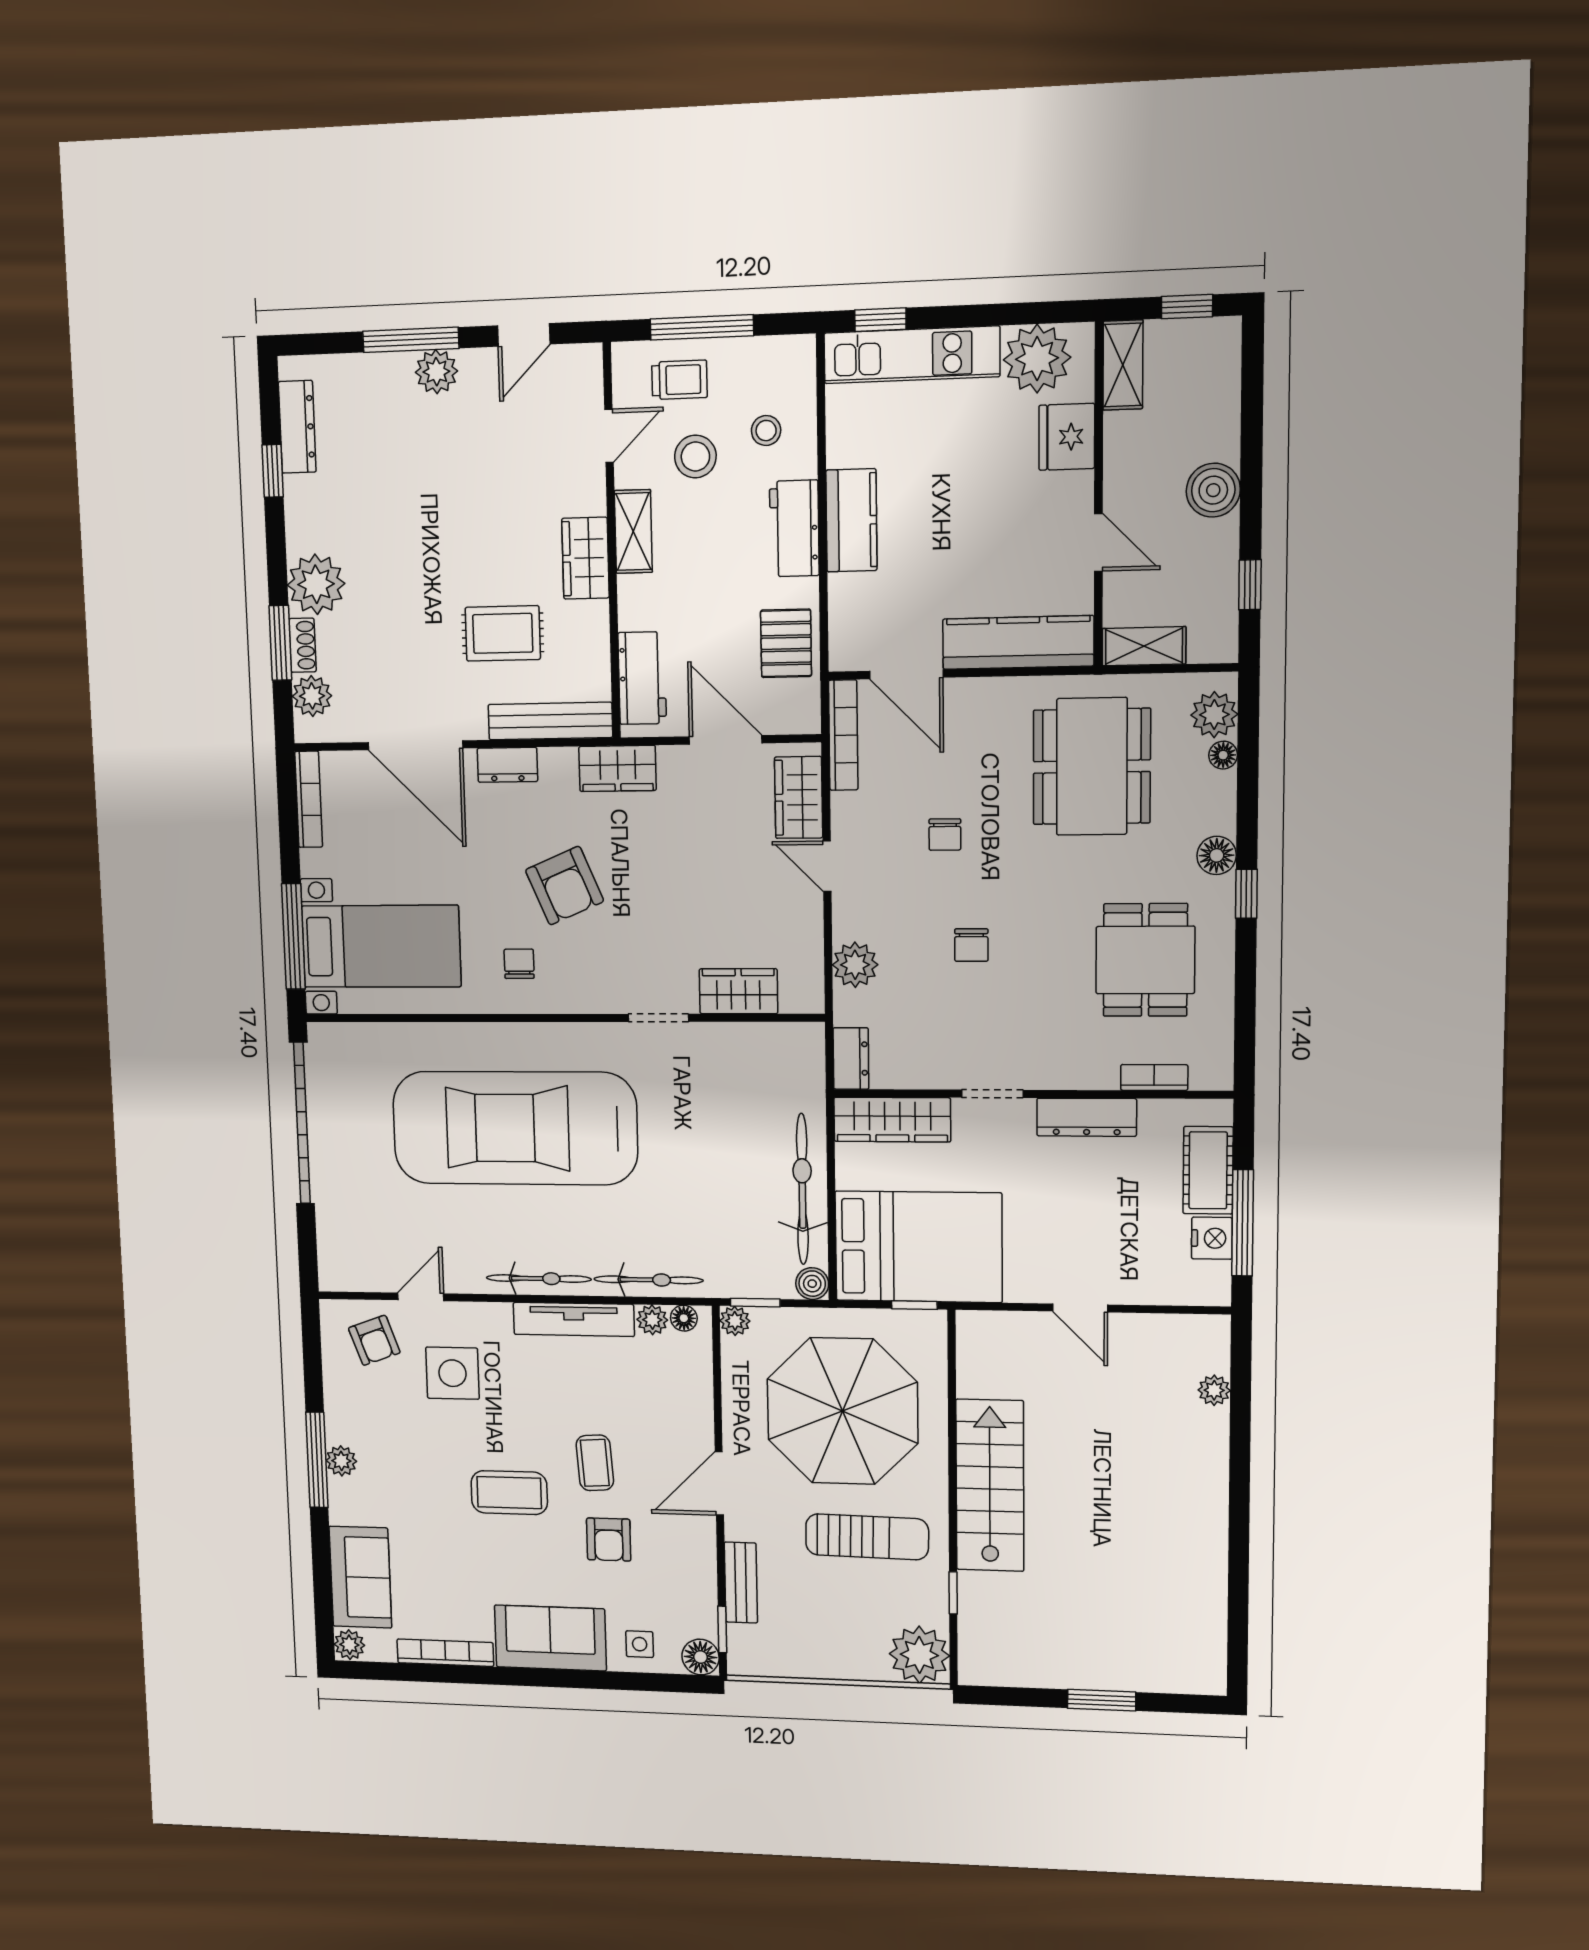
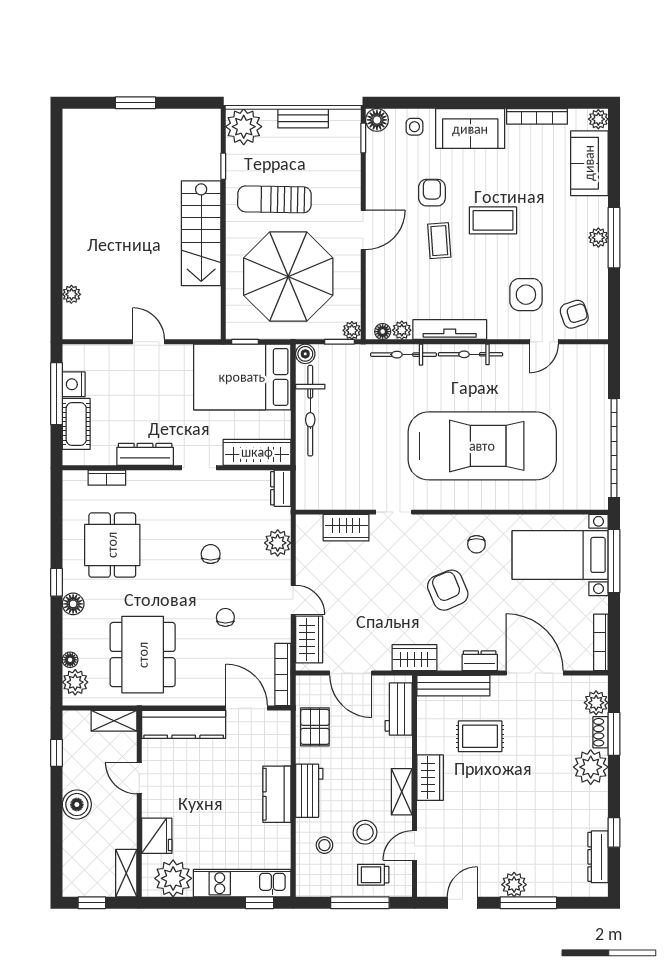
armchair: (374, 1340) -> (574, 314), turned 92
bench: (741, 1583) -> (303, 118), moved, turned 90

